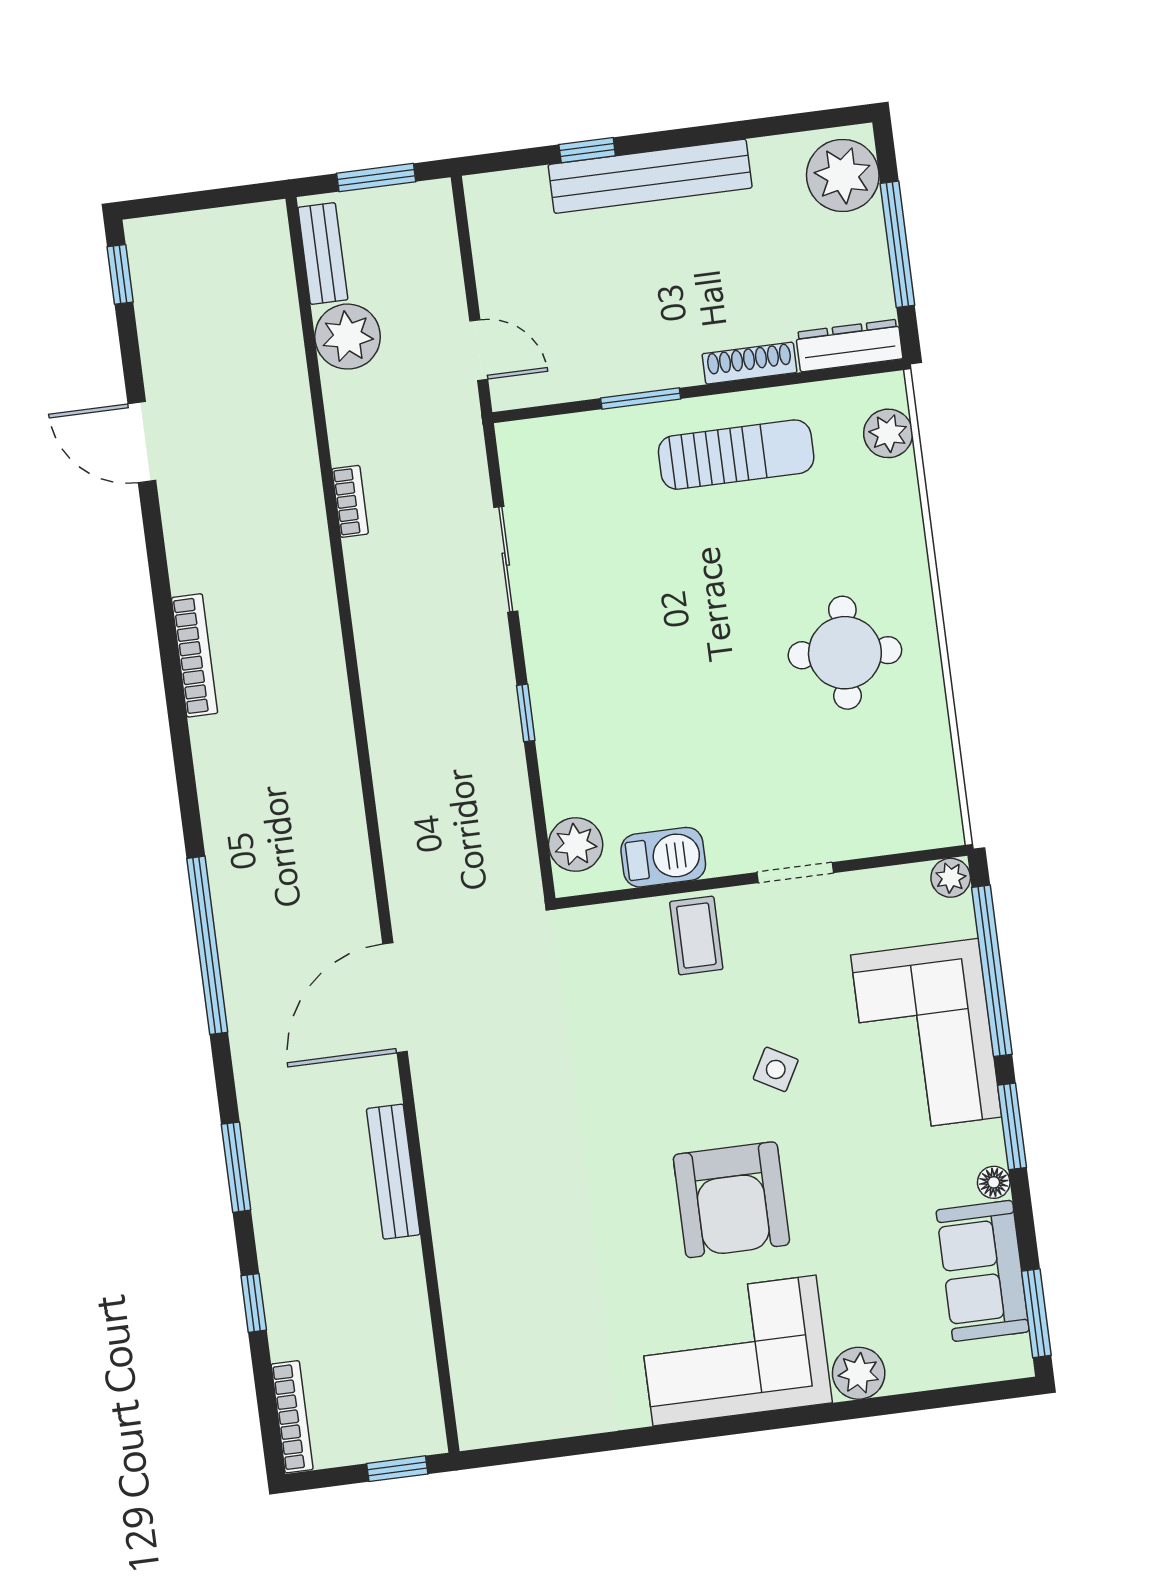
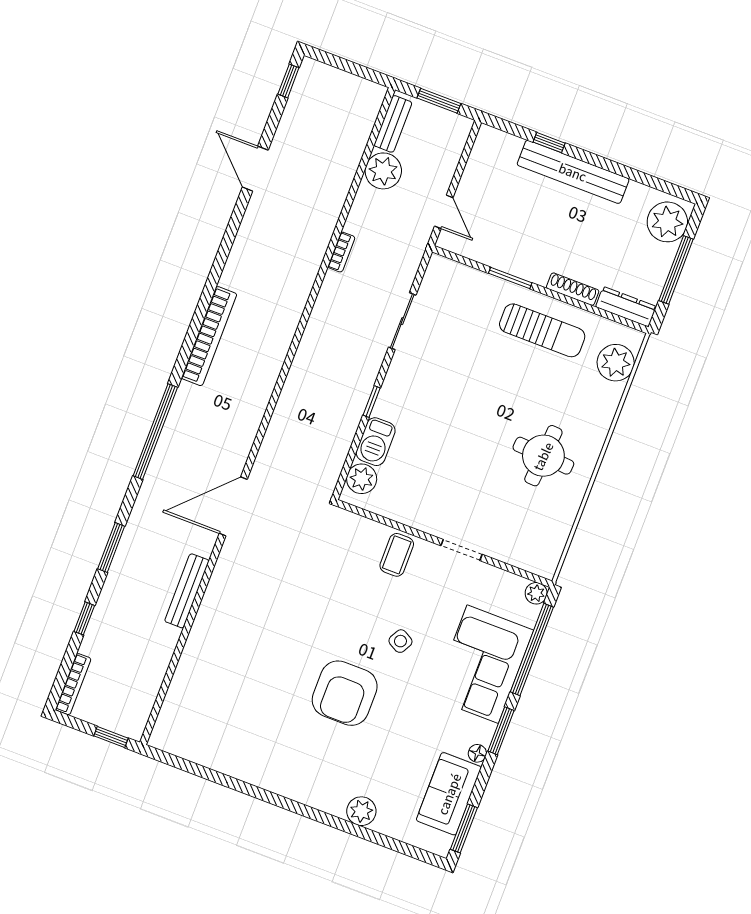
plant: (888, 433) -> (616, 363), width x1.36, depth x1.36
bookcase: (195, 655) -> (209, 336), moved, width x1.48, depth x1.31
barbecue: (663, 857) -> (376, 442), moved, turned 90
corner sofa: (734, 1351) -> (307, 768), removed

